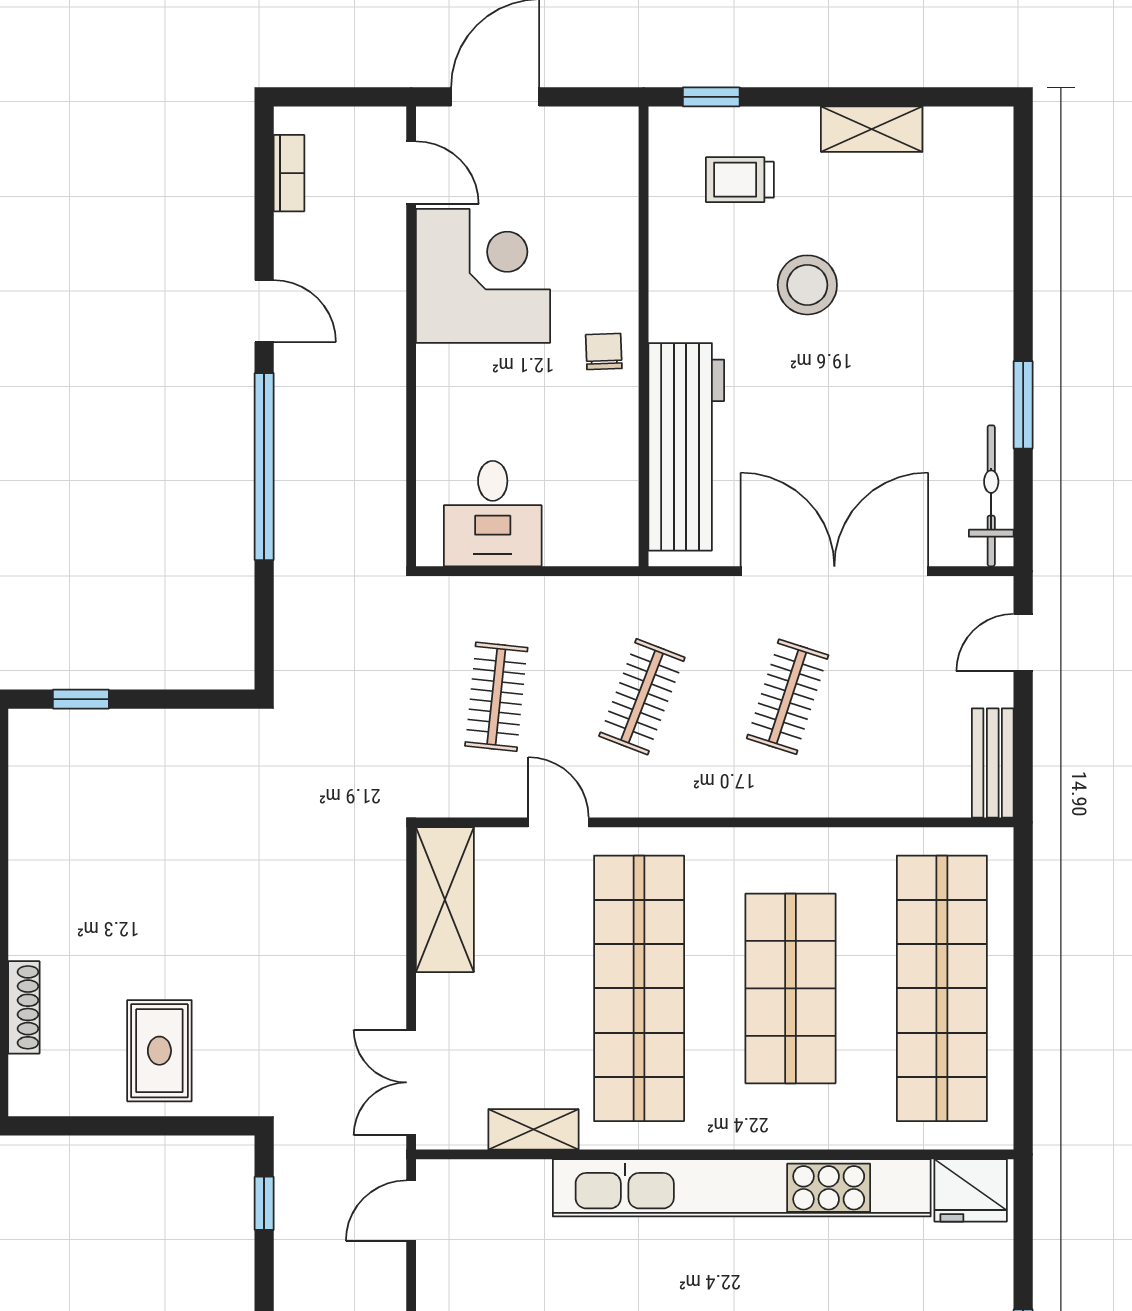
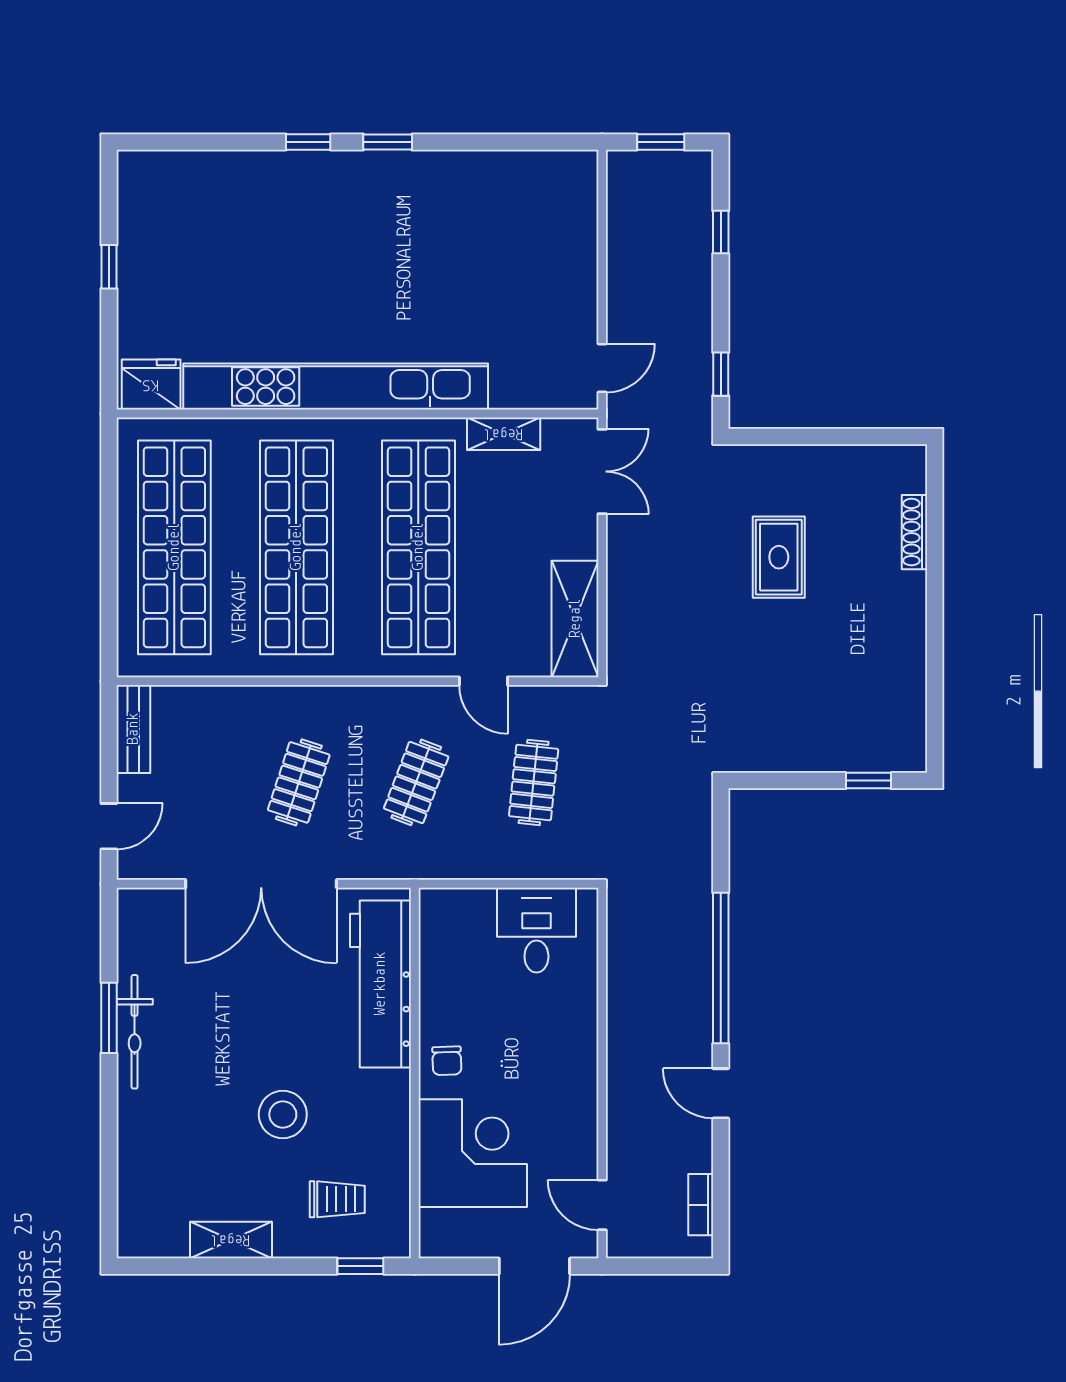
corner desk: (483, 276) -> (473, 1153), moved, turned 180
bicycle: (991, 496) -> (135, 1032), moved
shop shelf: (790, 988) -> (296, 547), width x1.40
rug: (159, 1051) -> (779, 557), moved

